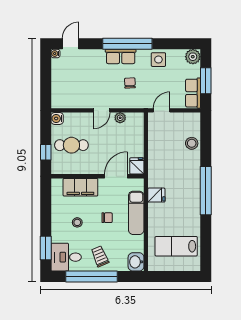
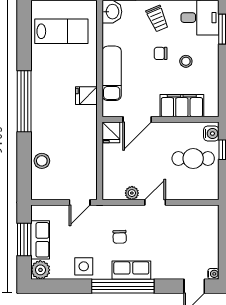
row of seats: (193, 93) -> (40, 240), moved
water cooler: (57, 118) -> (211, 134), moved
chair: (107, 218) -> (161, 53), moved

